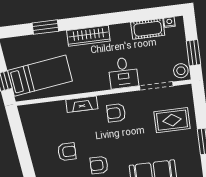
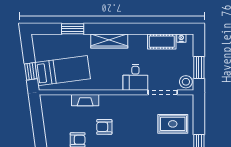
fireplace: (82, 104) -> (85, 100), moved
armchair: (116, 113) -> (104, 127), moved

